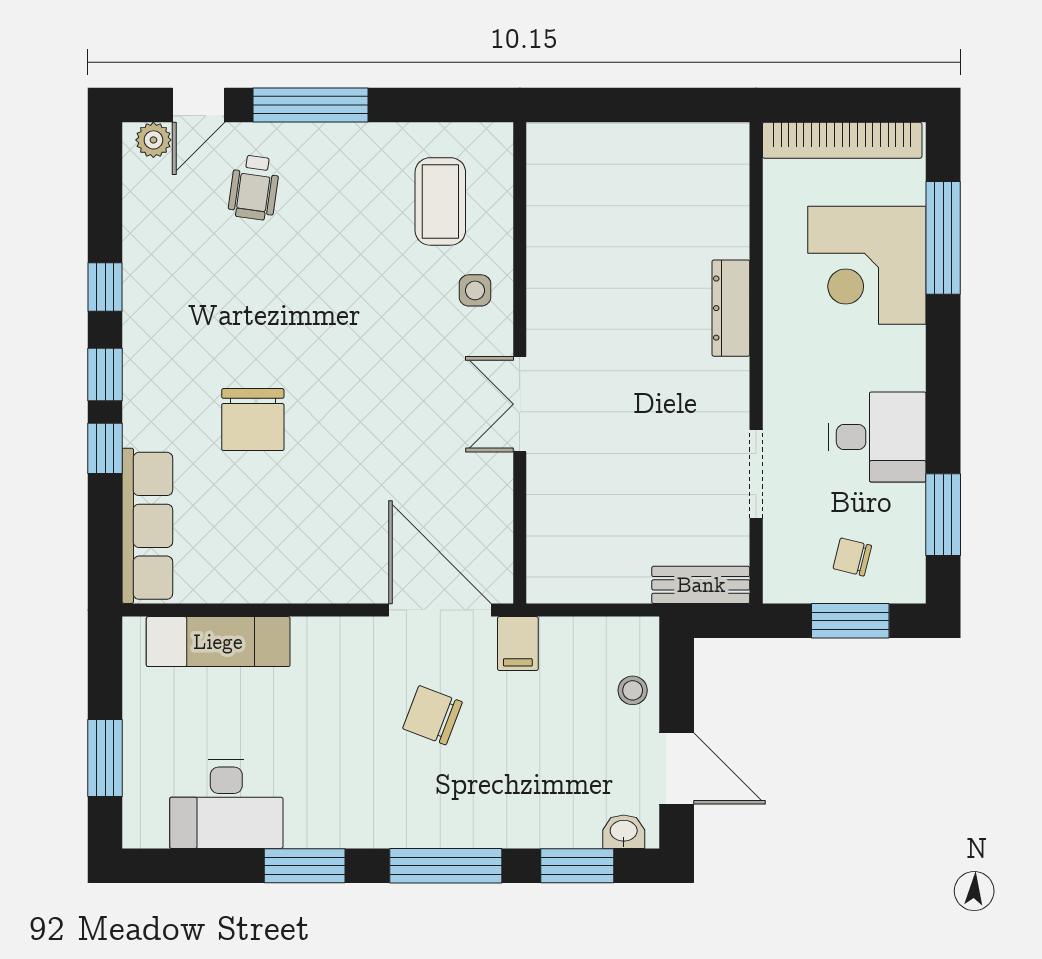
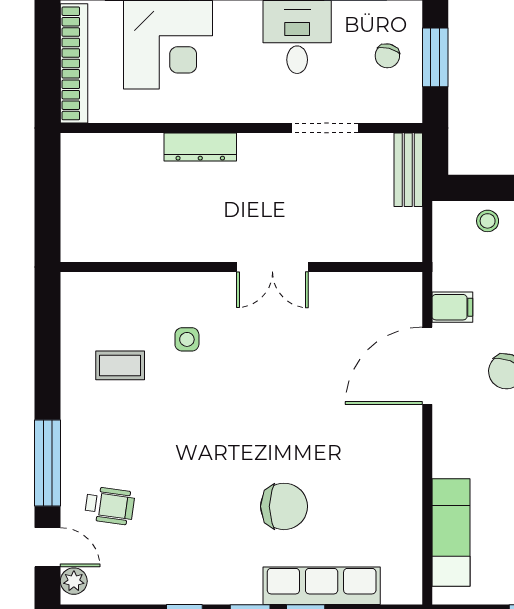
coffee table: (440, 201) -> (120, 365), width x0.73, depth x0.77
wall: (520, 363) -> (241, 267), moved
double door: (520, 404) -> (272, 267), moved
row of seats: (147, 526) -> (322, 586), moved

